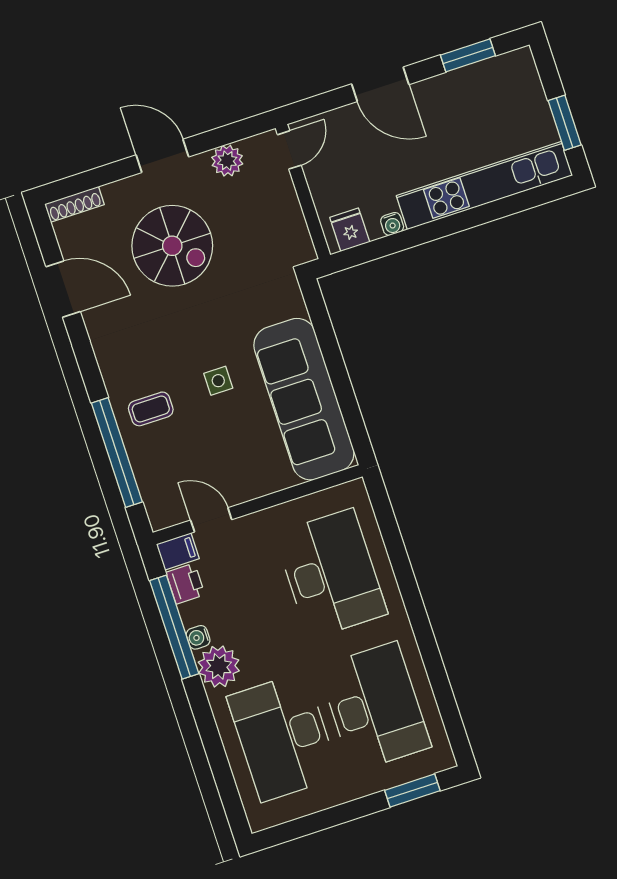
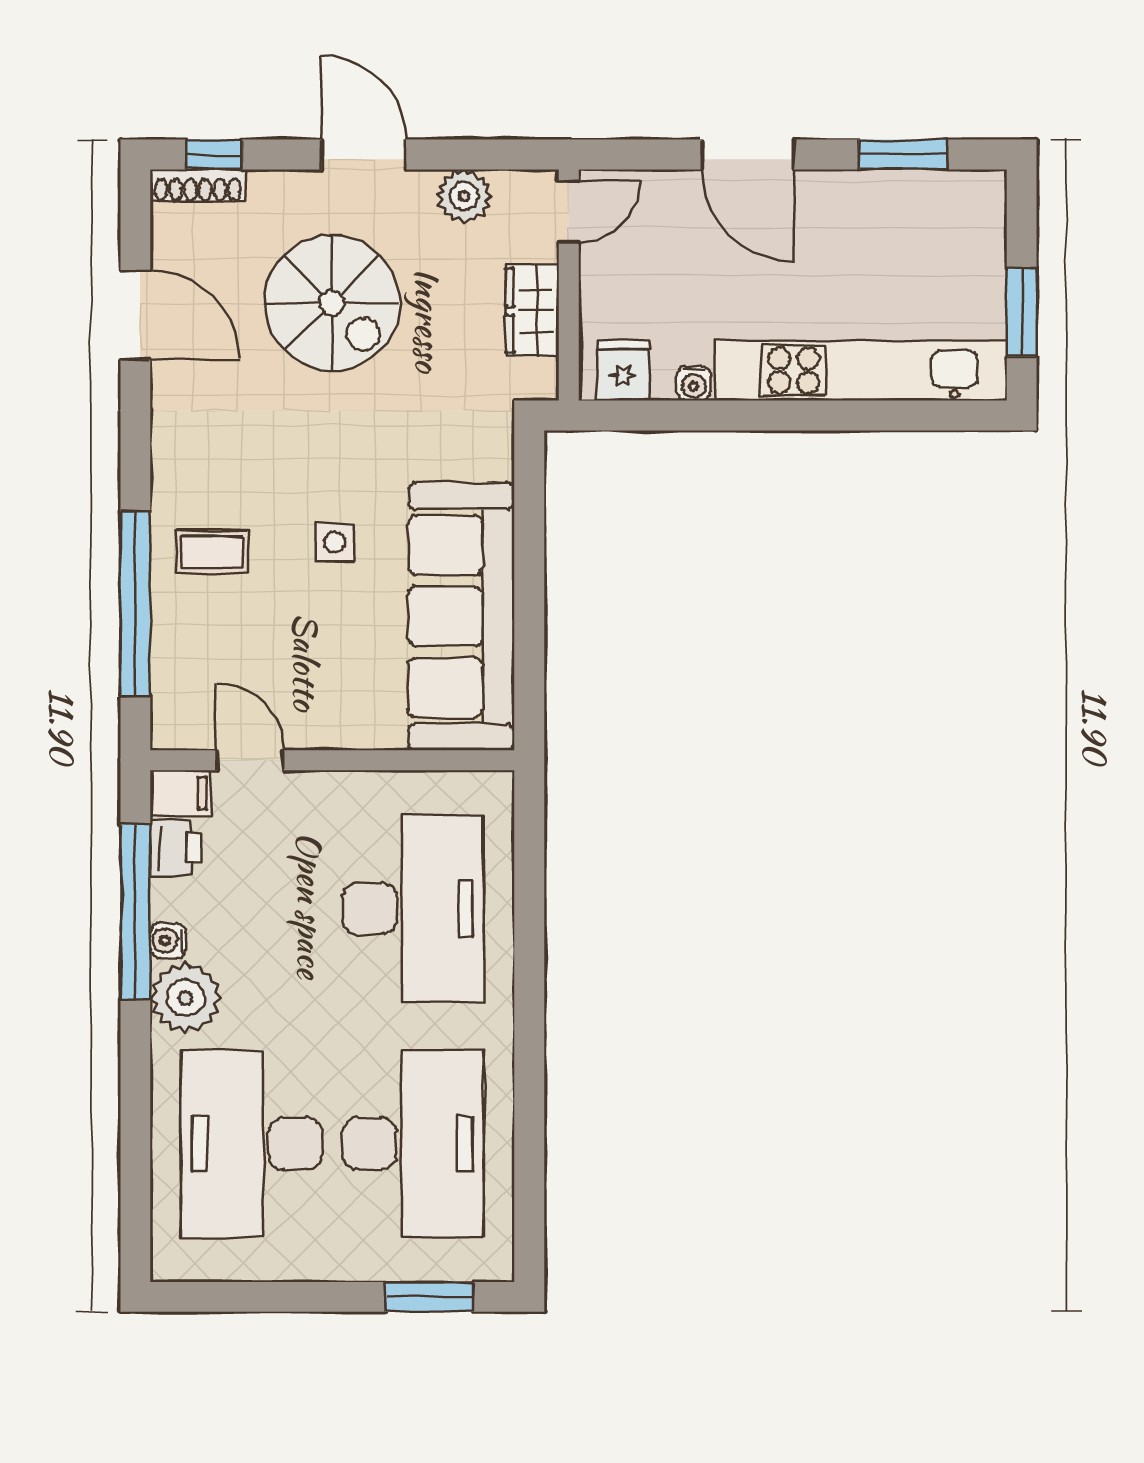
window: (78, 184) -> (214, 154), added
wardrobe: (287, 213) -> (532, 311), added

